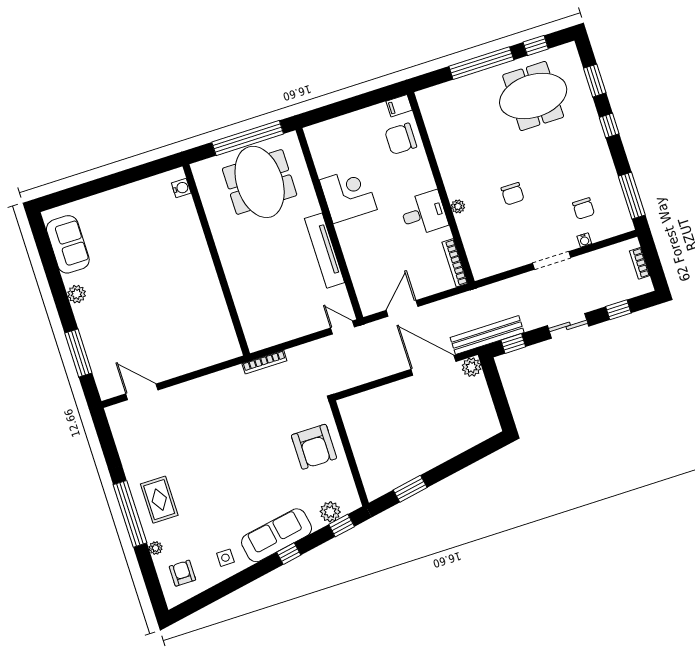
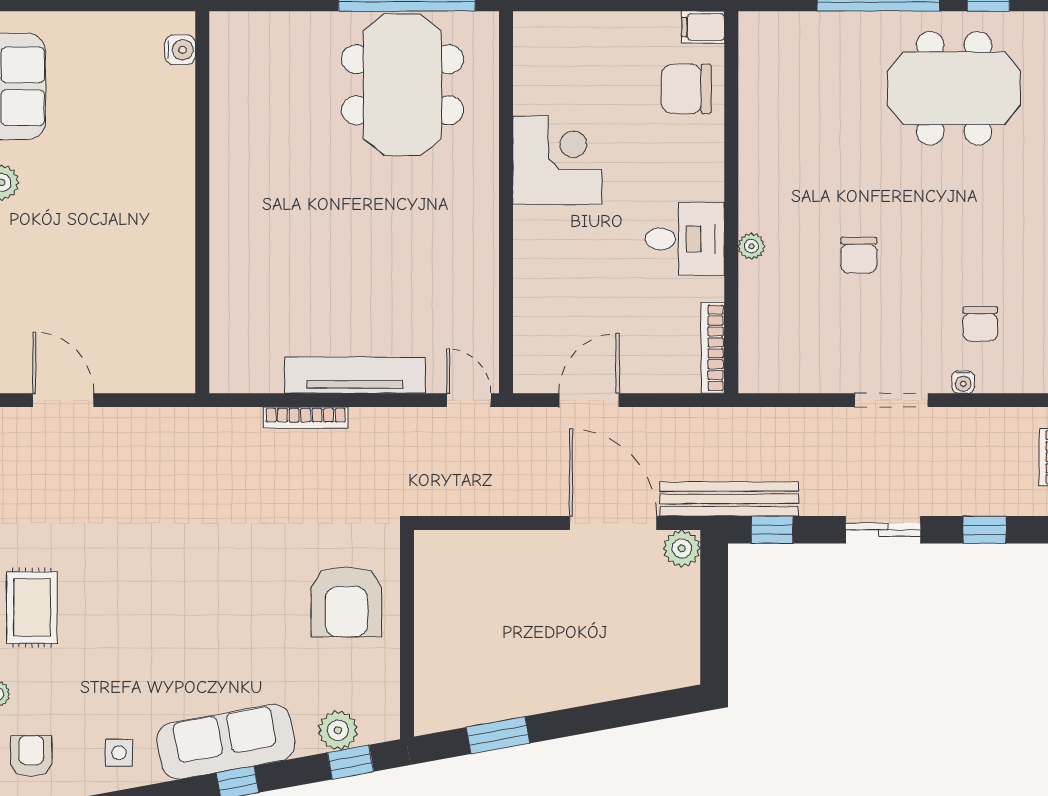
water cooler: (181, 188) -> (180, 50), moved
tv unit: (325, 251) -> (355, 375), moved, turned 90
wall: (216, 260) -> (202, 202), moved

